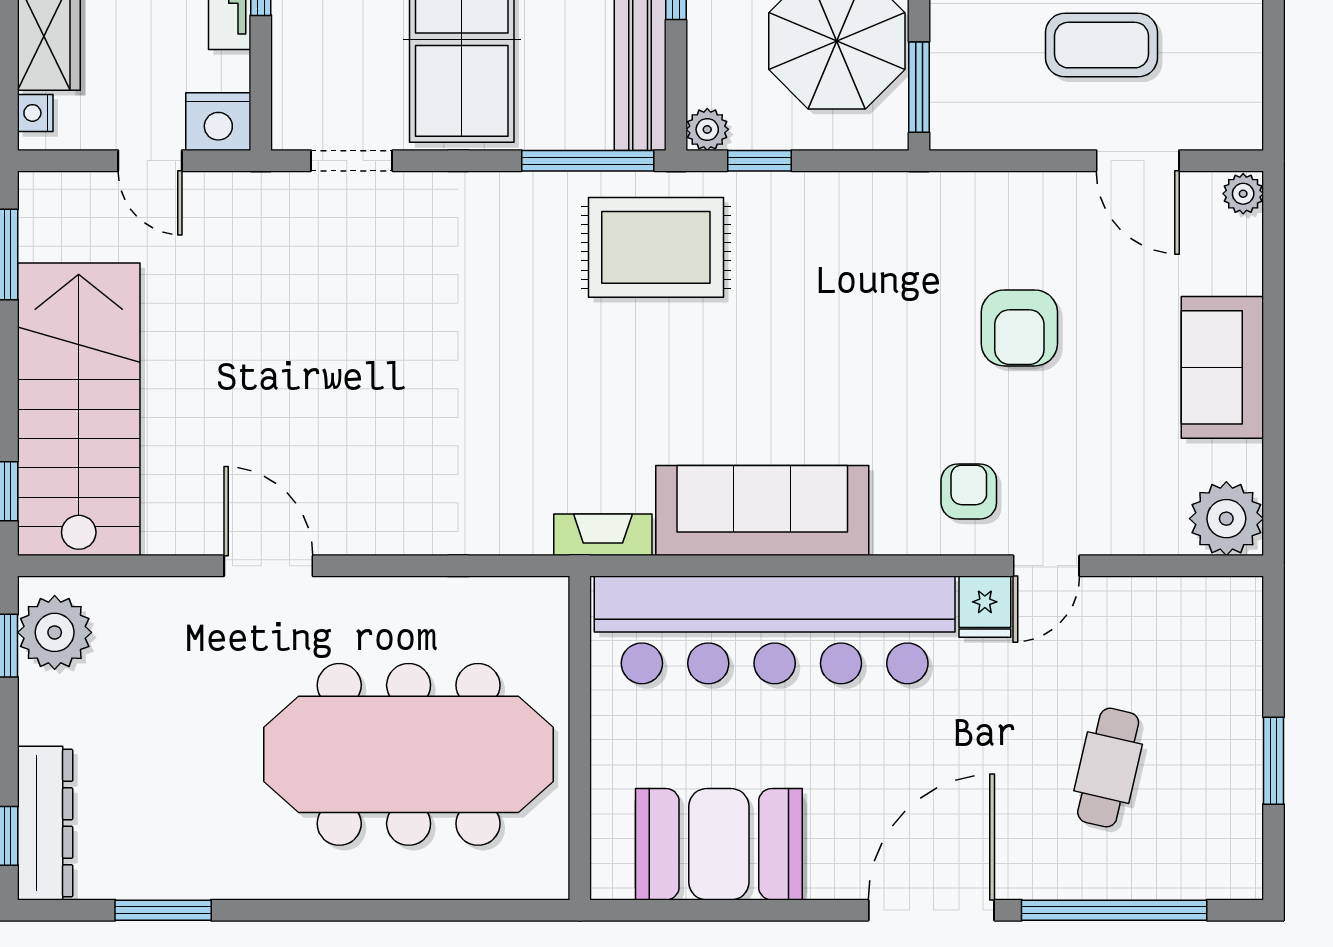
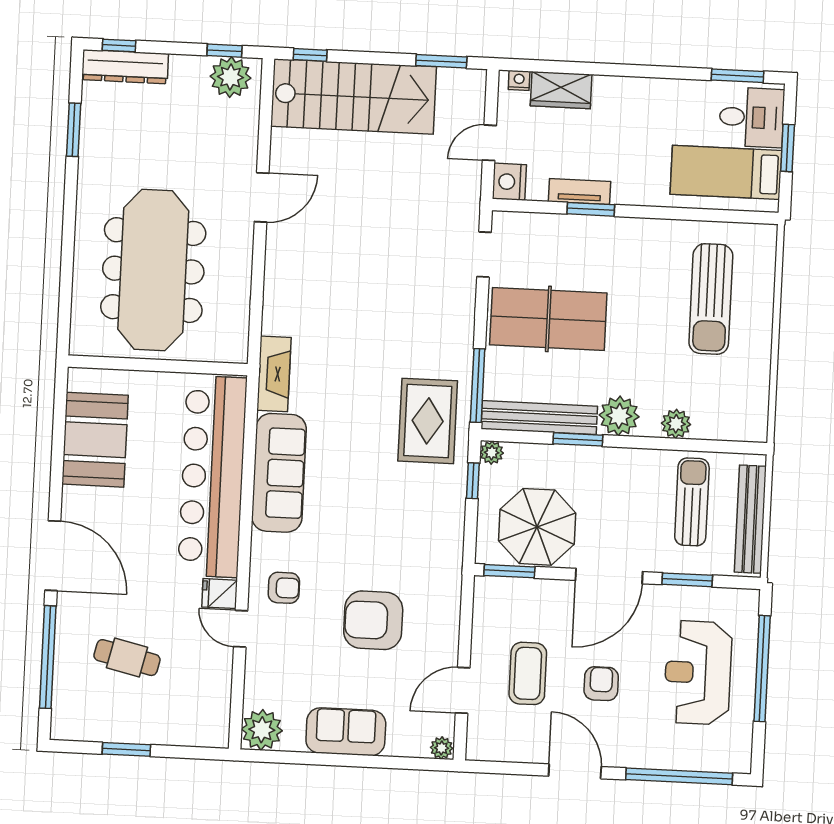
armchair: (1019, 328) -> (373, 620), width x1.36, depth x1.36
fireplace: (603, 535) -> (274, 374), width x1.37, depth x1.32

